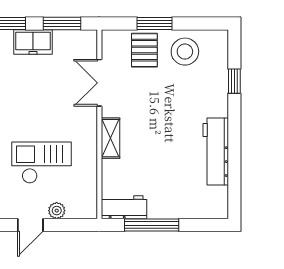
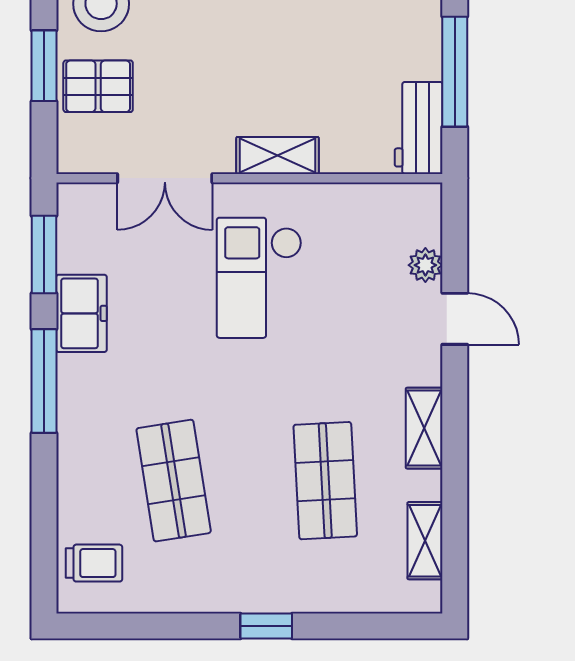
checkout: (42, 163) -> (259, 278), moved

